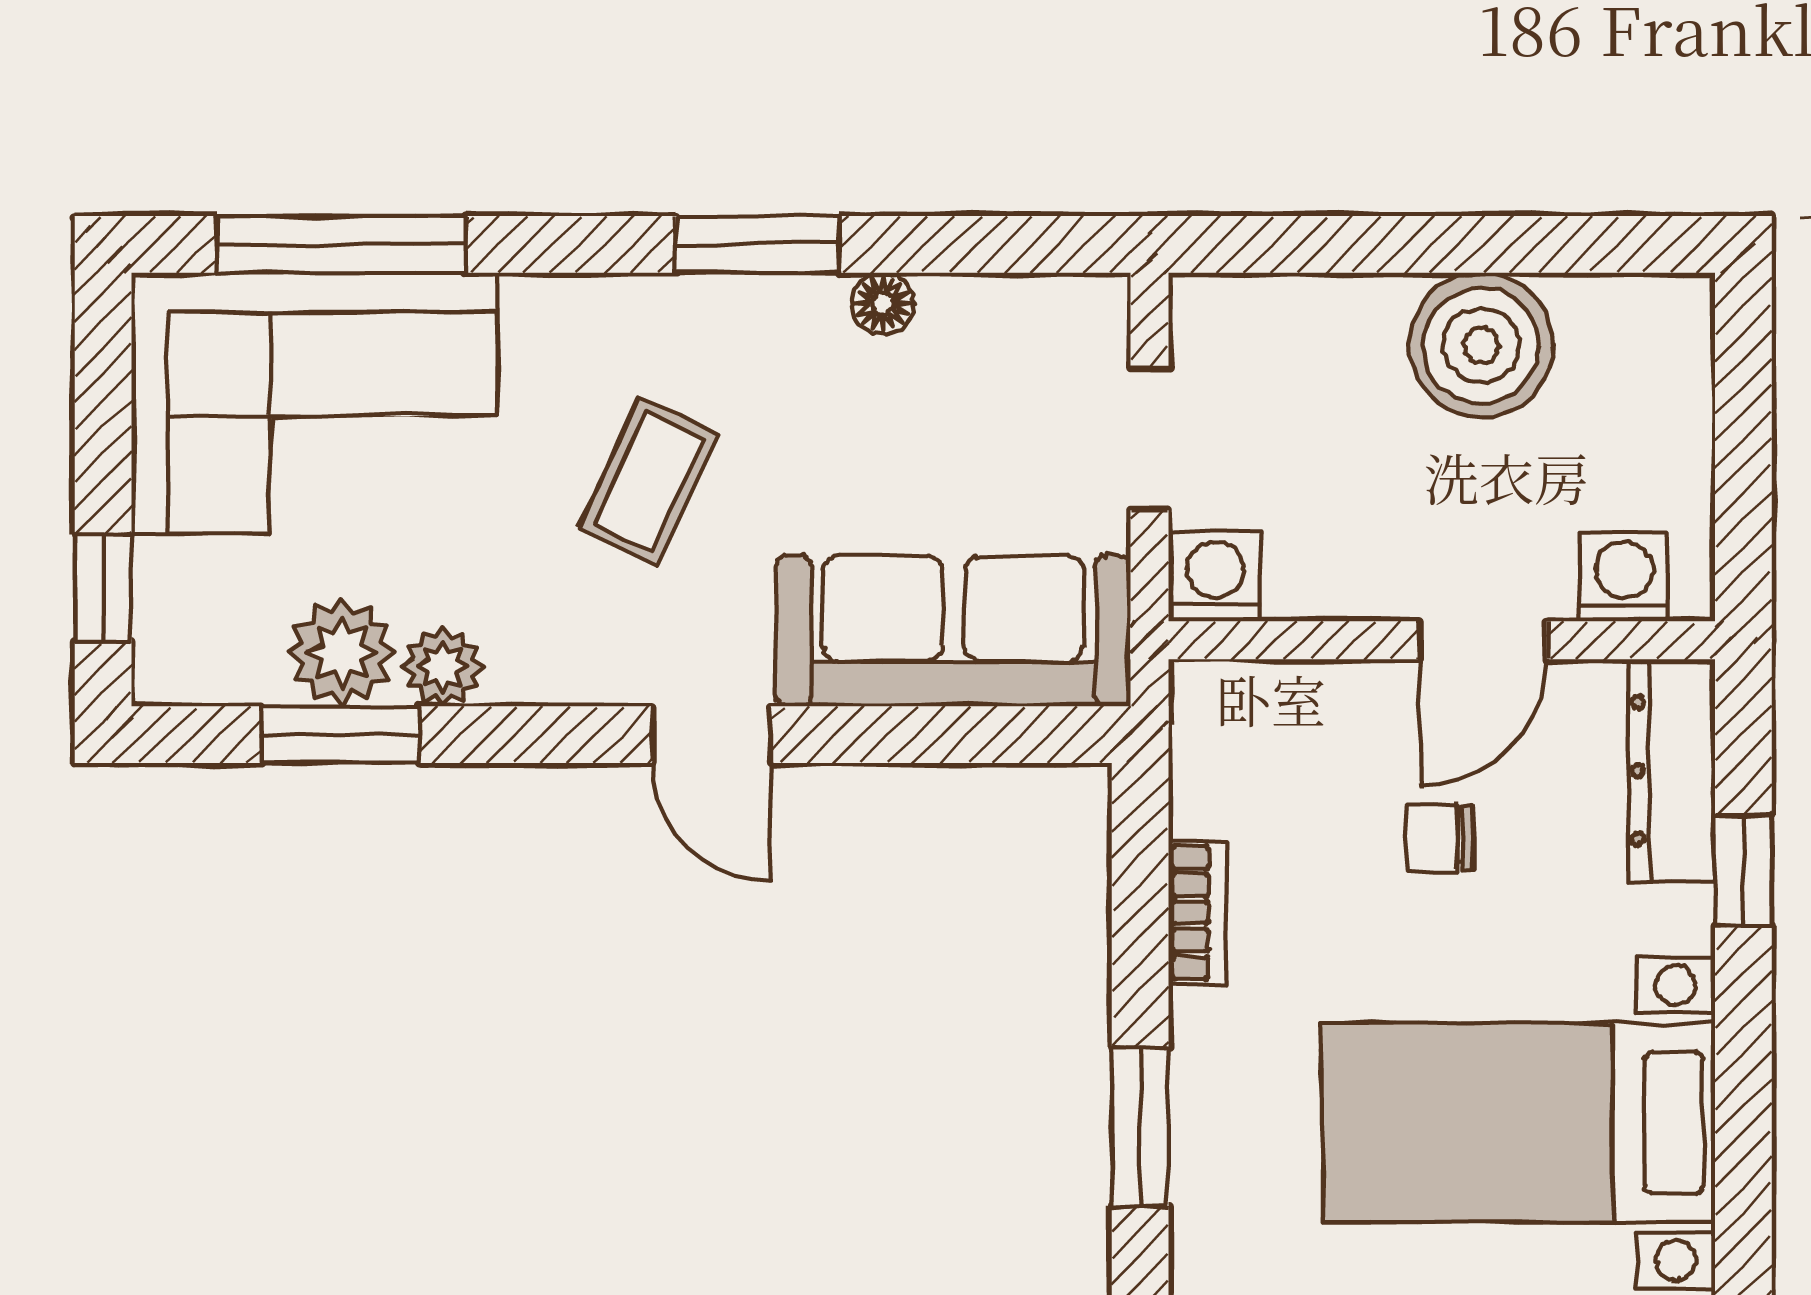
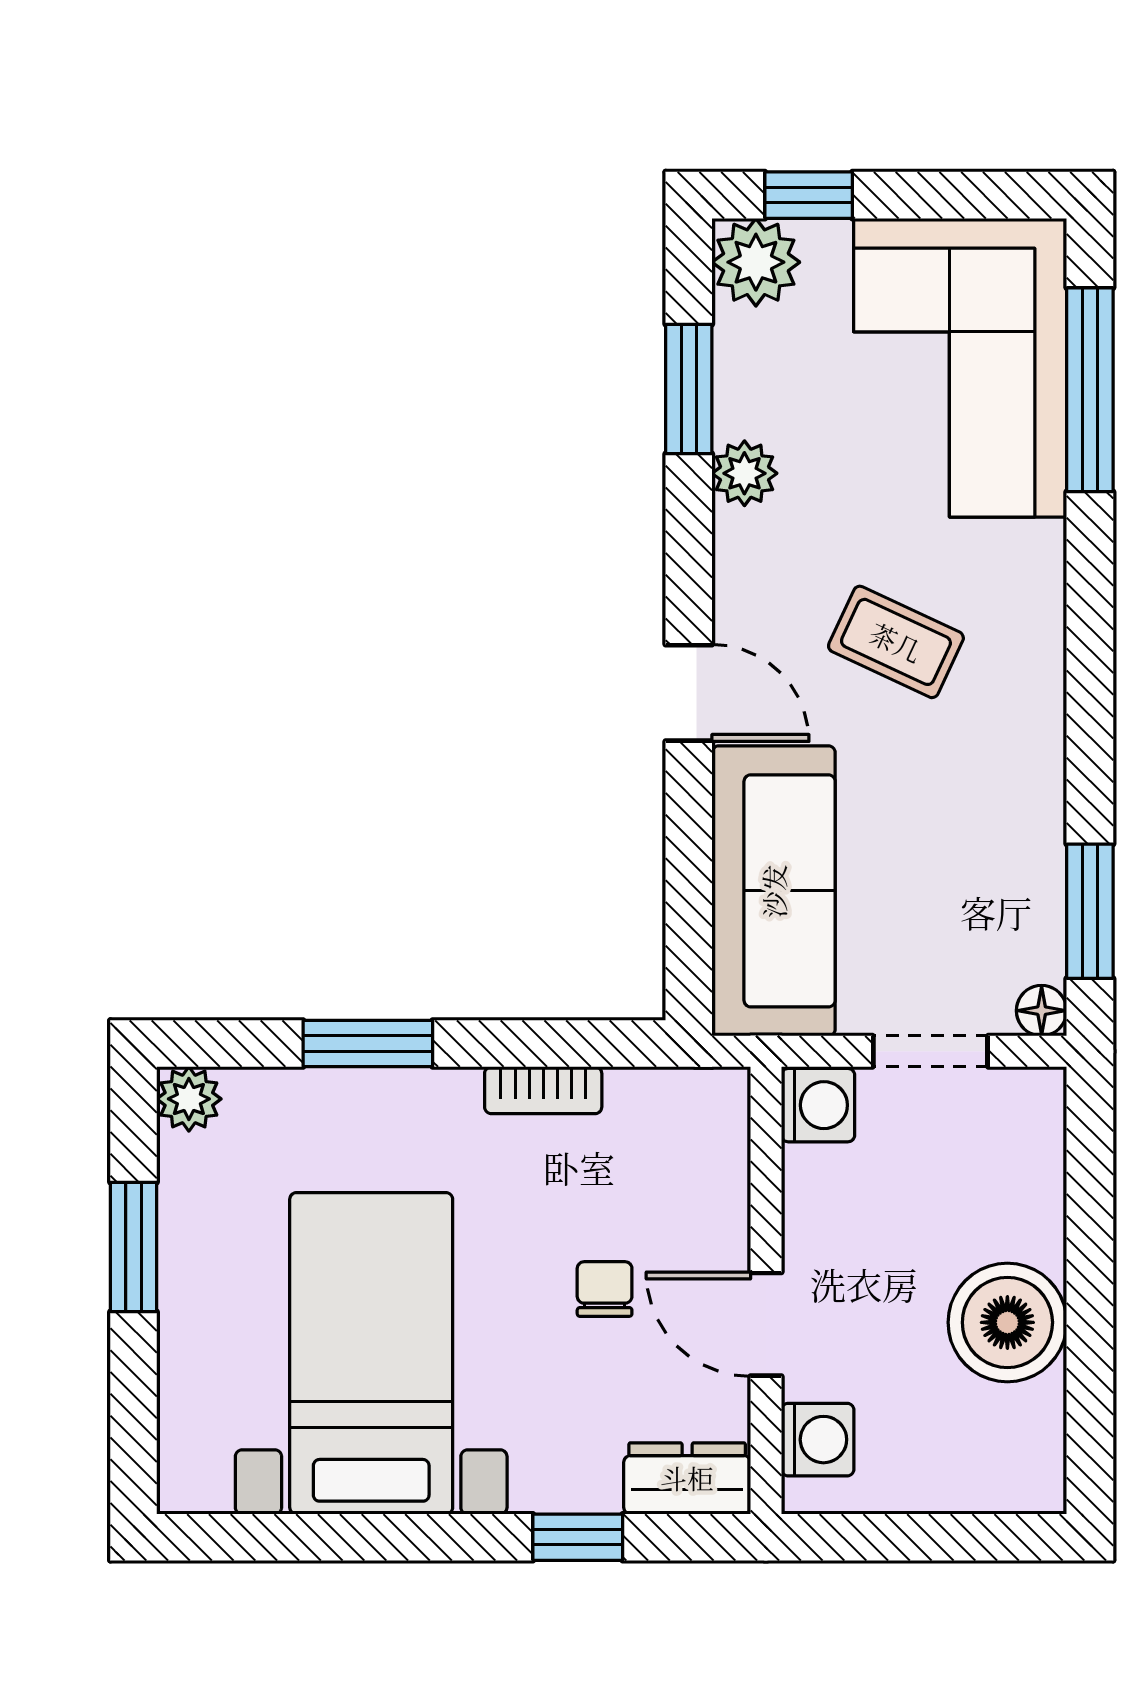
window: (758, 244) -> (1090, 911), moved
floor lamp: (883, 303) -> (1042, 1011), moved
plant: (342, 653) -> (756, 262), moved
door: (711, 735) -> (689, 693), swing flipped
dresser: (1672, 771) -> (687, 1478), width x0.70

